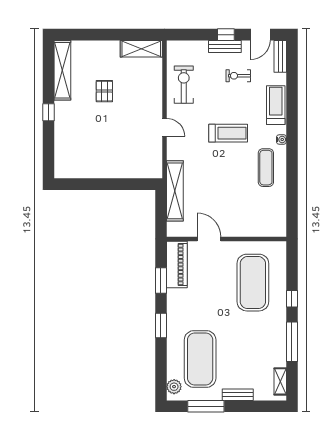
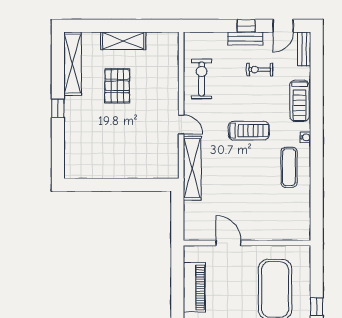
shelving: (141, 49) -> (123, 41), moved
pallet: (104, 91) -> (117, 86), width x1.50, depth x1.42
treadmill: (276, 105) -> (299, 101), turned 180
shelving: (175, 191) -> (192, 168), moved
piano: (177, 264) -> (194, 287), moved
window: (161, 280) -> (177, 287), removed

